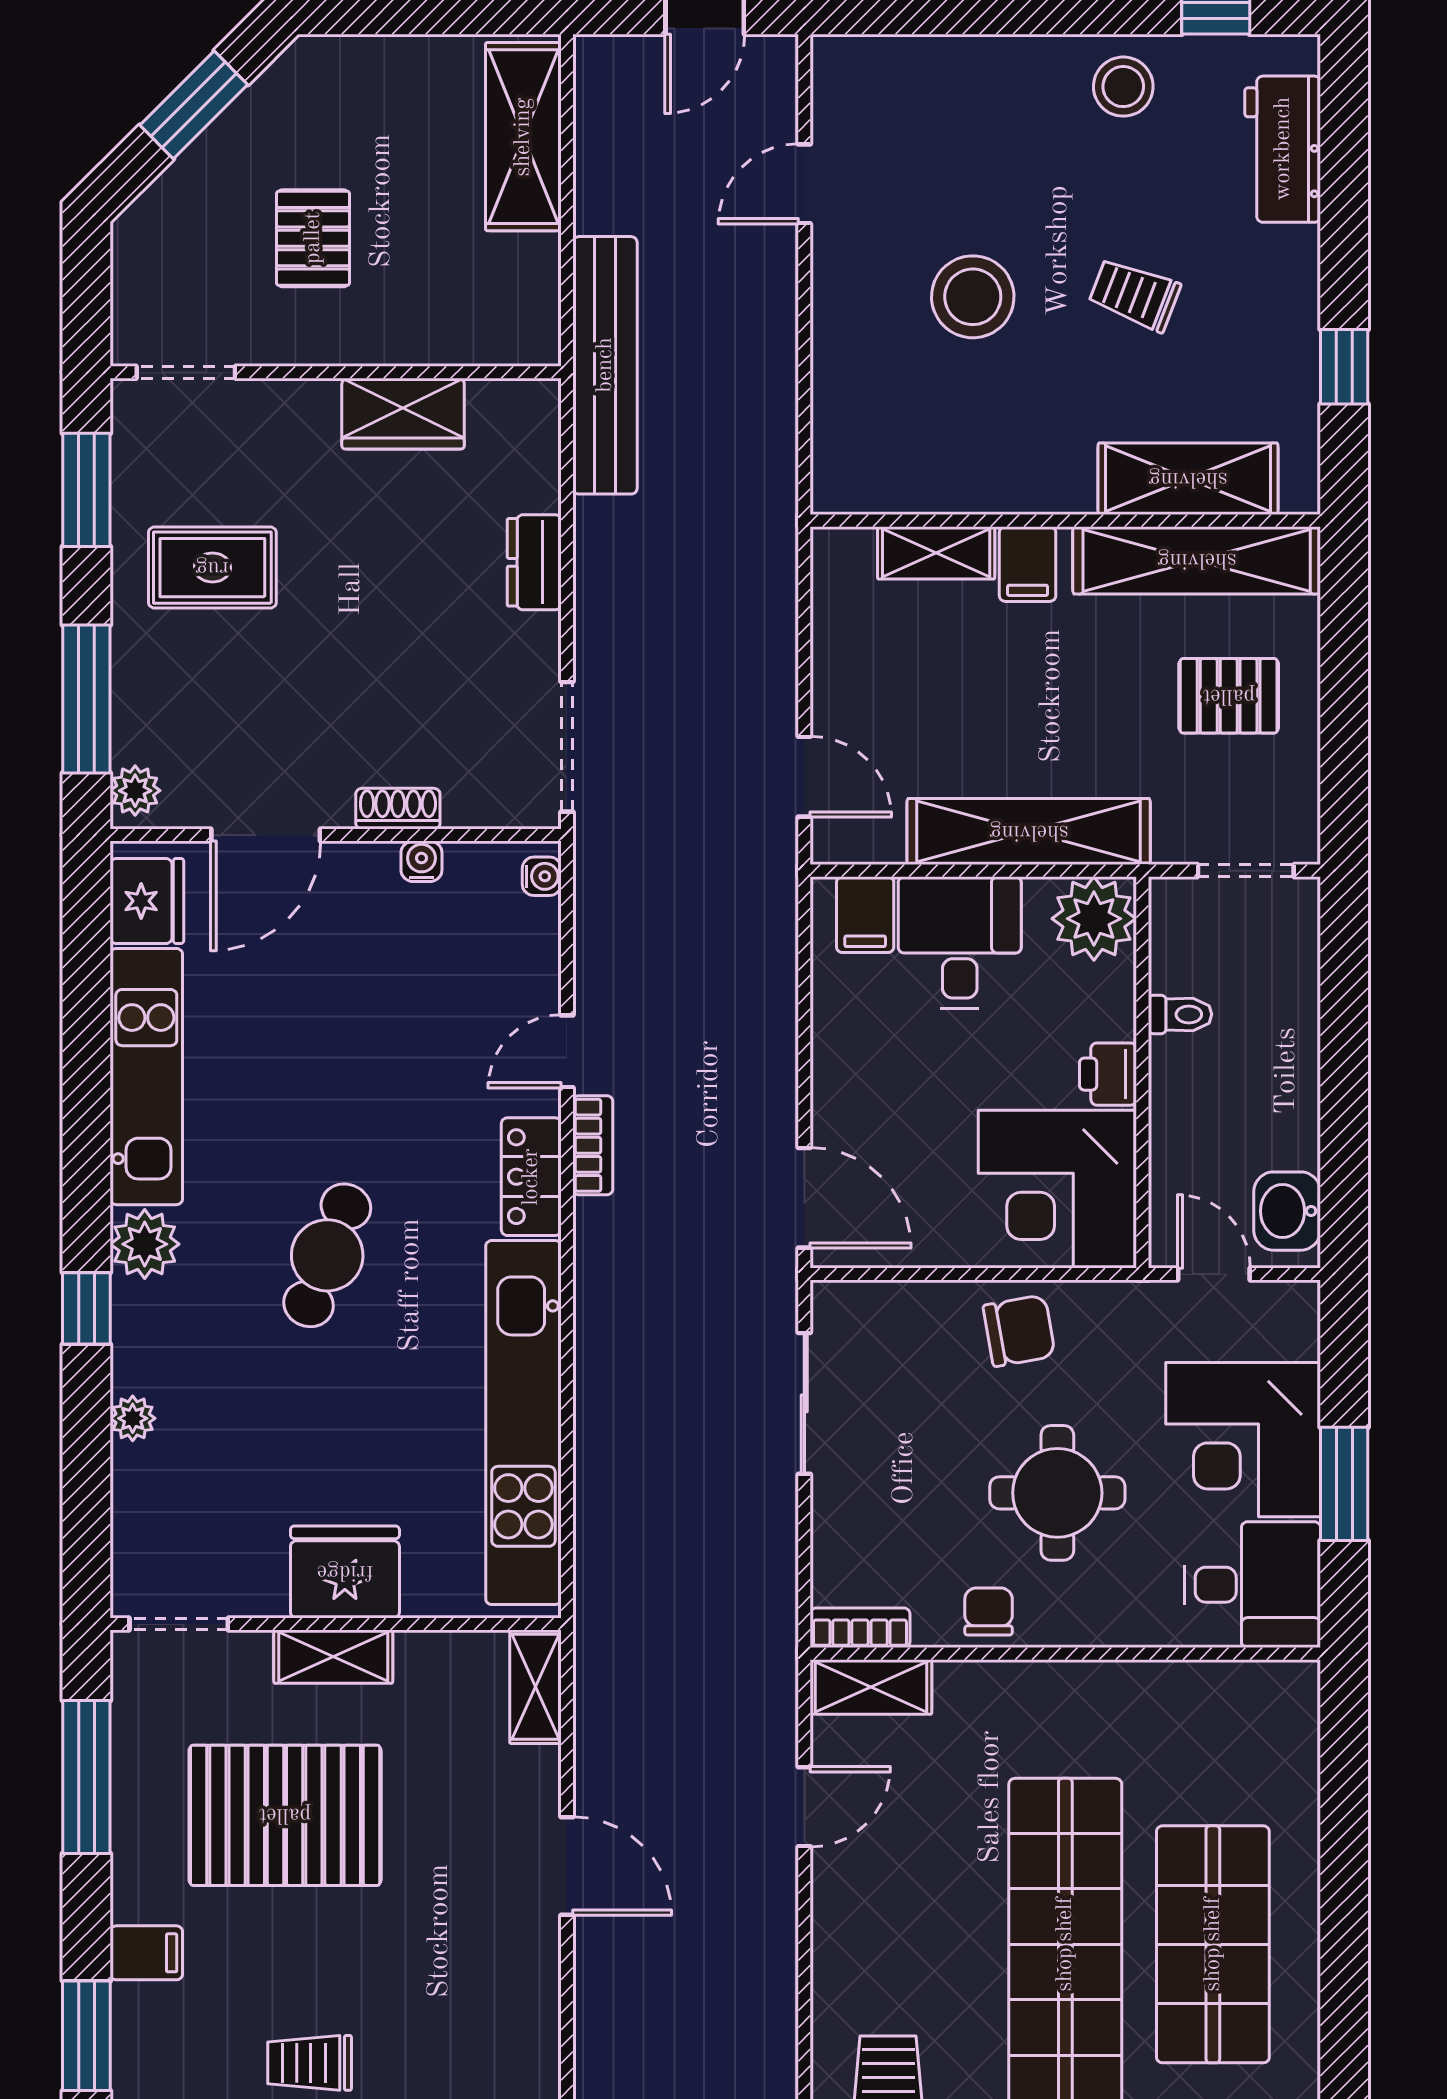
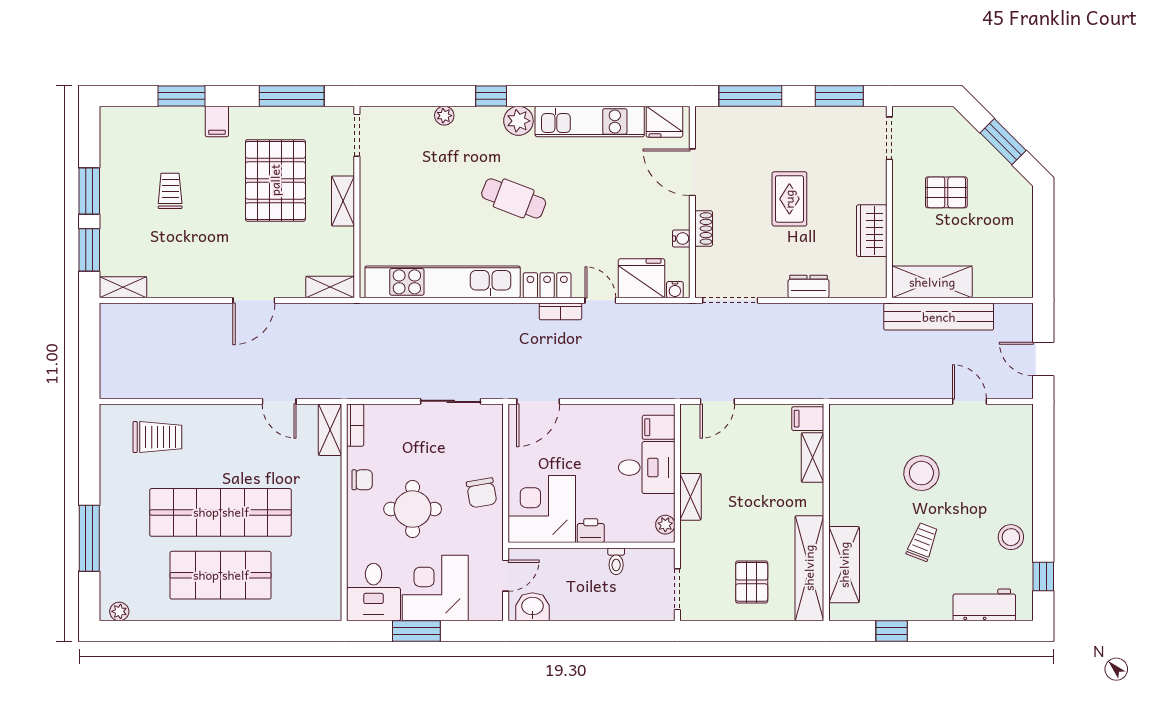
shelving: (523, 137) -> (932, 282), moved
bench: (605, 365) -> (939, 317), moved
filing cabinet: (1028, 564) -> (808, 419), moved
rug: (212, 568) -> (789, 199), moved
plant: (135, 791) -> (711, 117), removed
shelving: (1029, 832) -> (690, 497), width x0.45, depth x0.75
plant: (1094, 919) -> (665, 525), width x0.53, depth x0.53
fridge: (345, 1572) -> (642, 278), moved, turned -90

